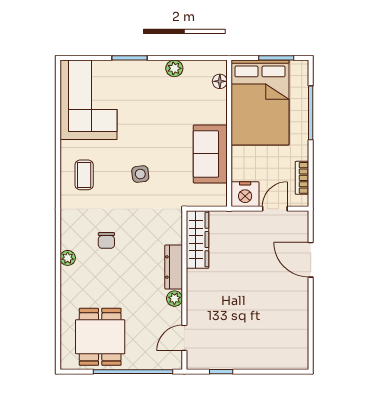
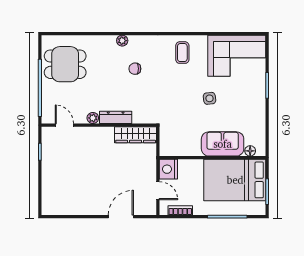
plant: (174, 68) -> (260, 118), removed
sofa: (210, 154) -> (223, 144), moved
side table: (140, 174) -> (209, 98), moved
coffee table: (84, 175) -> (182, 53), turned 90

